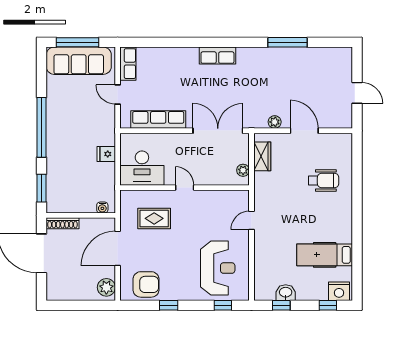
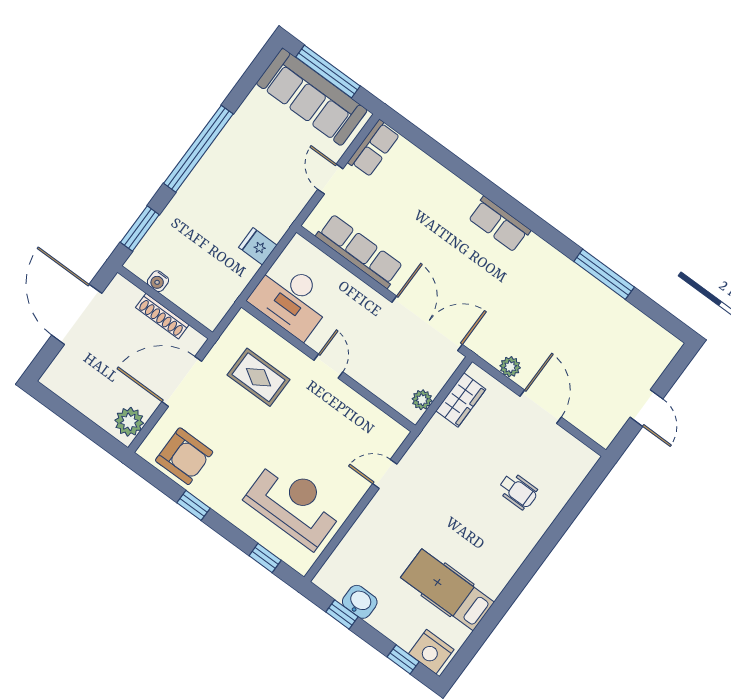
wheelchair: (324, 181) -> (518, 491), width x0.73, depth x0.73
water cooler: (102, 208) -> (158, 281), moved
shoe rack: (62, 223) -> (162, 316), moved
reception desk: (218, 268) -> (294, 504), turned -90

